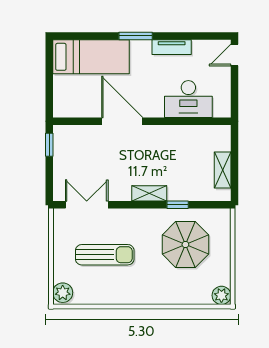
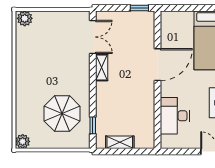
shelving: (149, 193) -> (102, 67), moved
window: (178, 205) -> (93, 125), moved
sun lounger: (105, 255) -> (54, 51), removed

